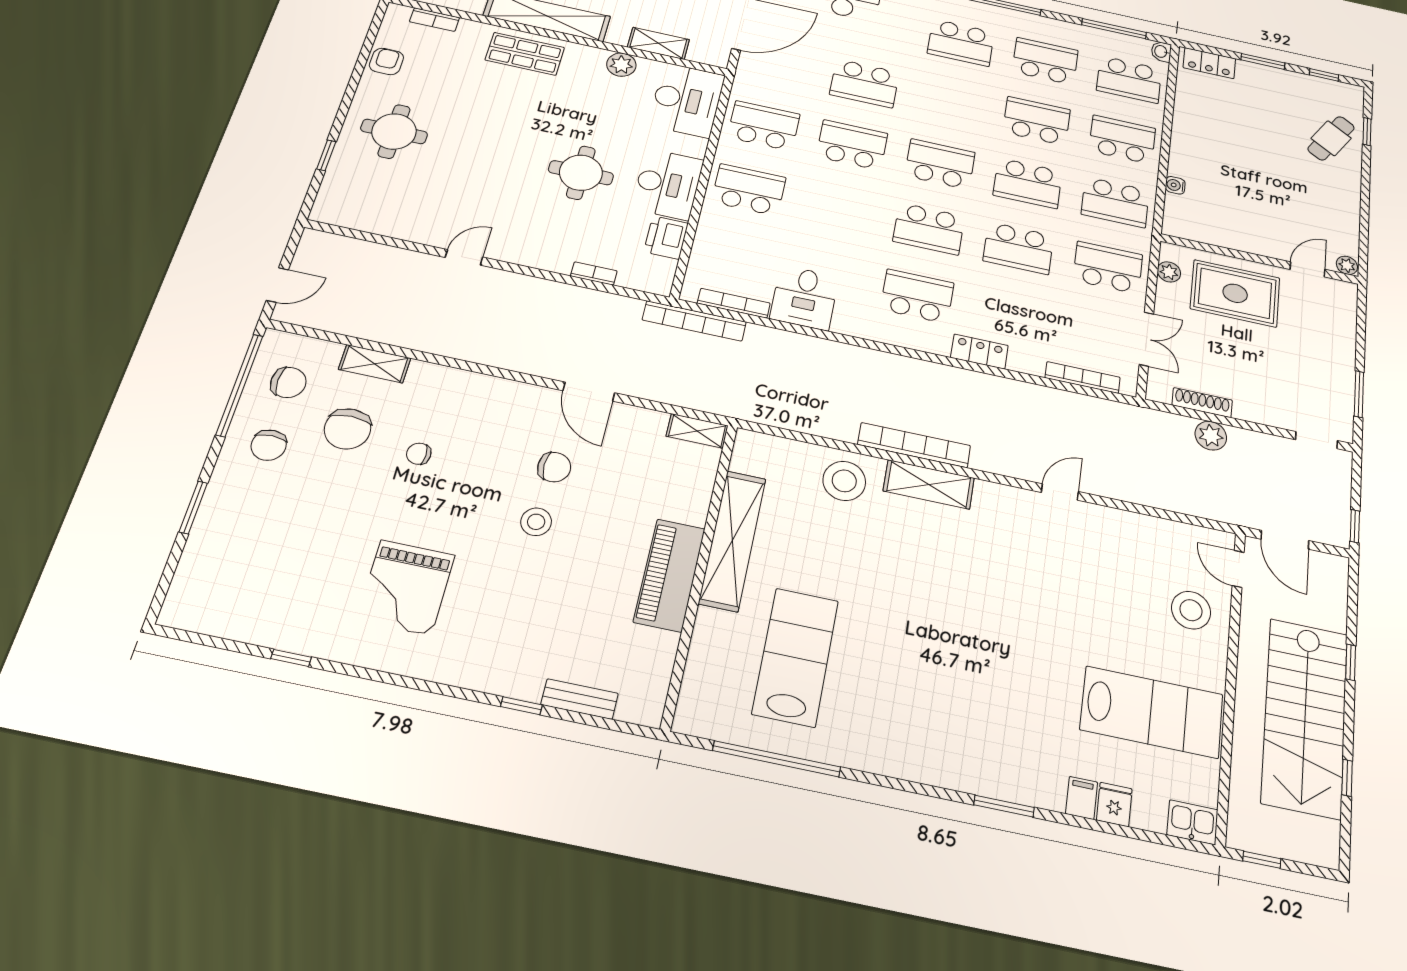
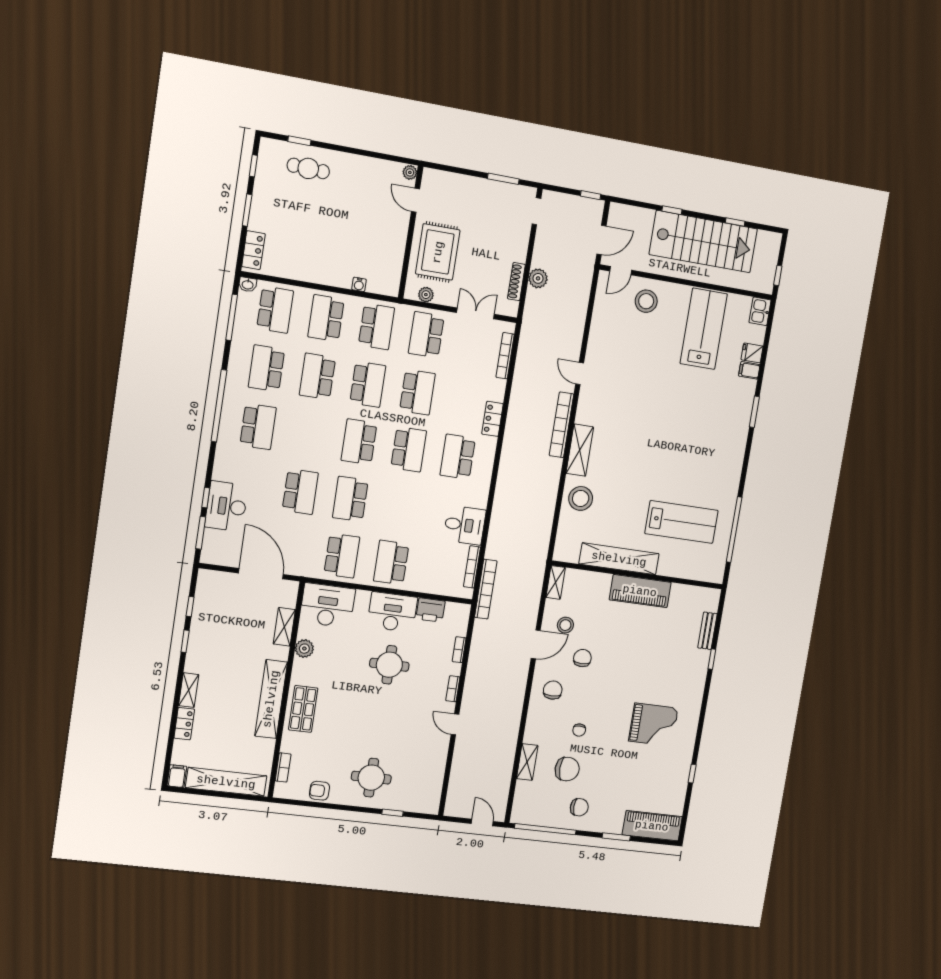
school desk: (764, 126) -> (342, 556), turned 180
cafe table: (1331, 138) -> (308, 168), turned -30
bookcase: (527, 259) -> (453, 689), added
chair: (288, 382) -> (553, 690), moved
bookcase: (914, 445) -> (562, 425), moved
stool: (536, 522) -> (565, 625), moved
piano: (200, 576) -> (652, 826), added
lab bench: (795, 657) -> (681, 522), turned 180

